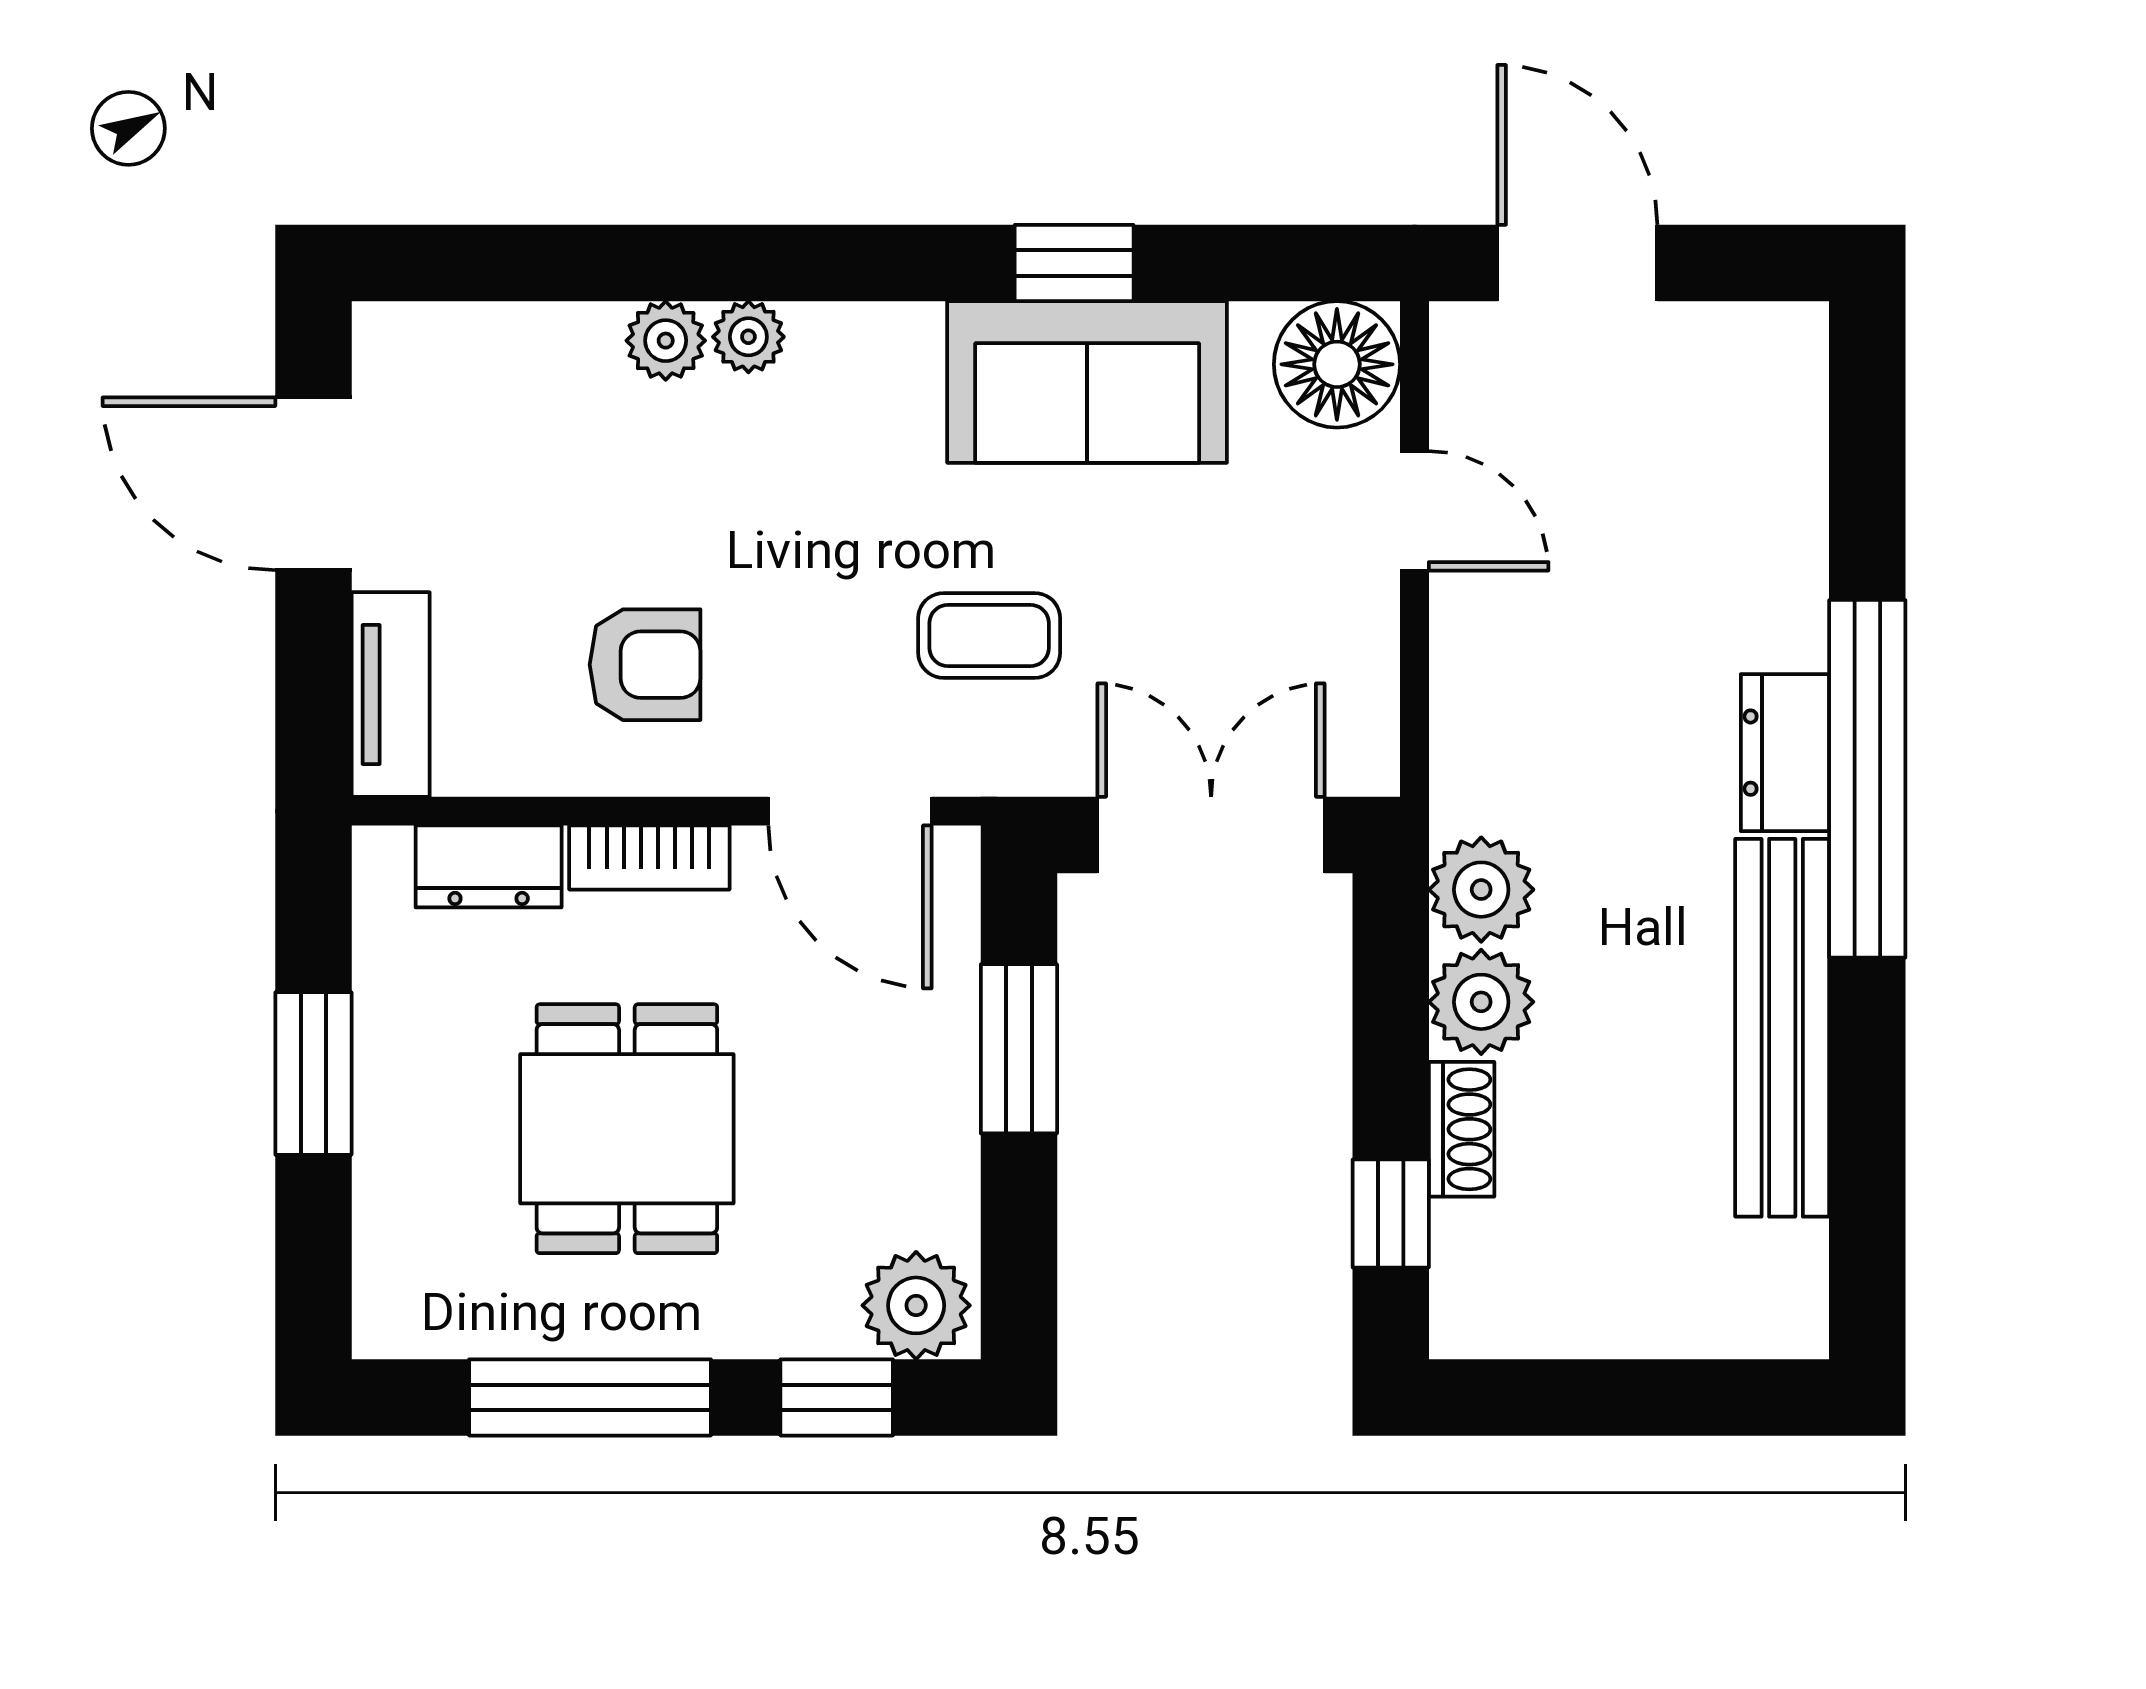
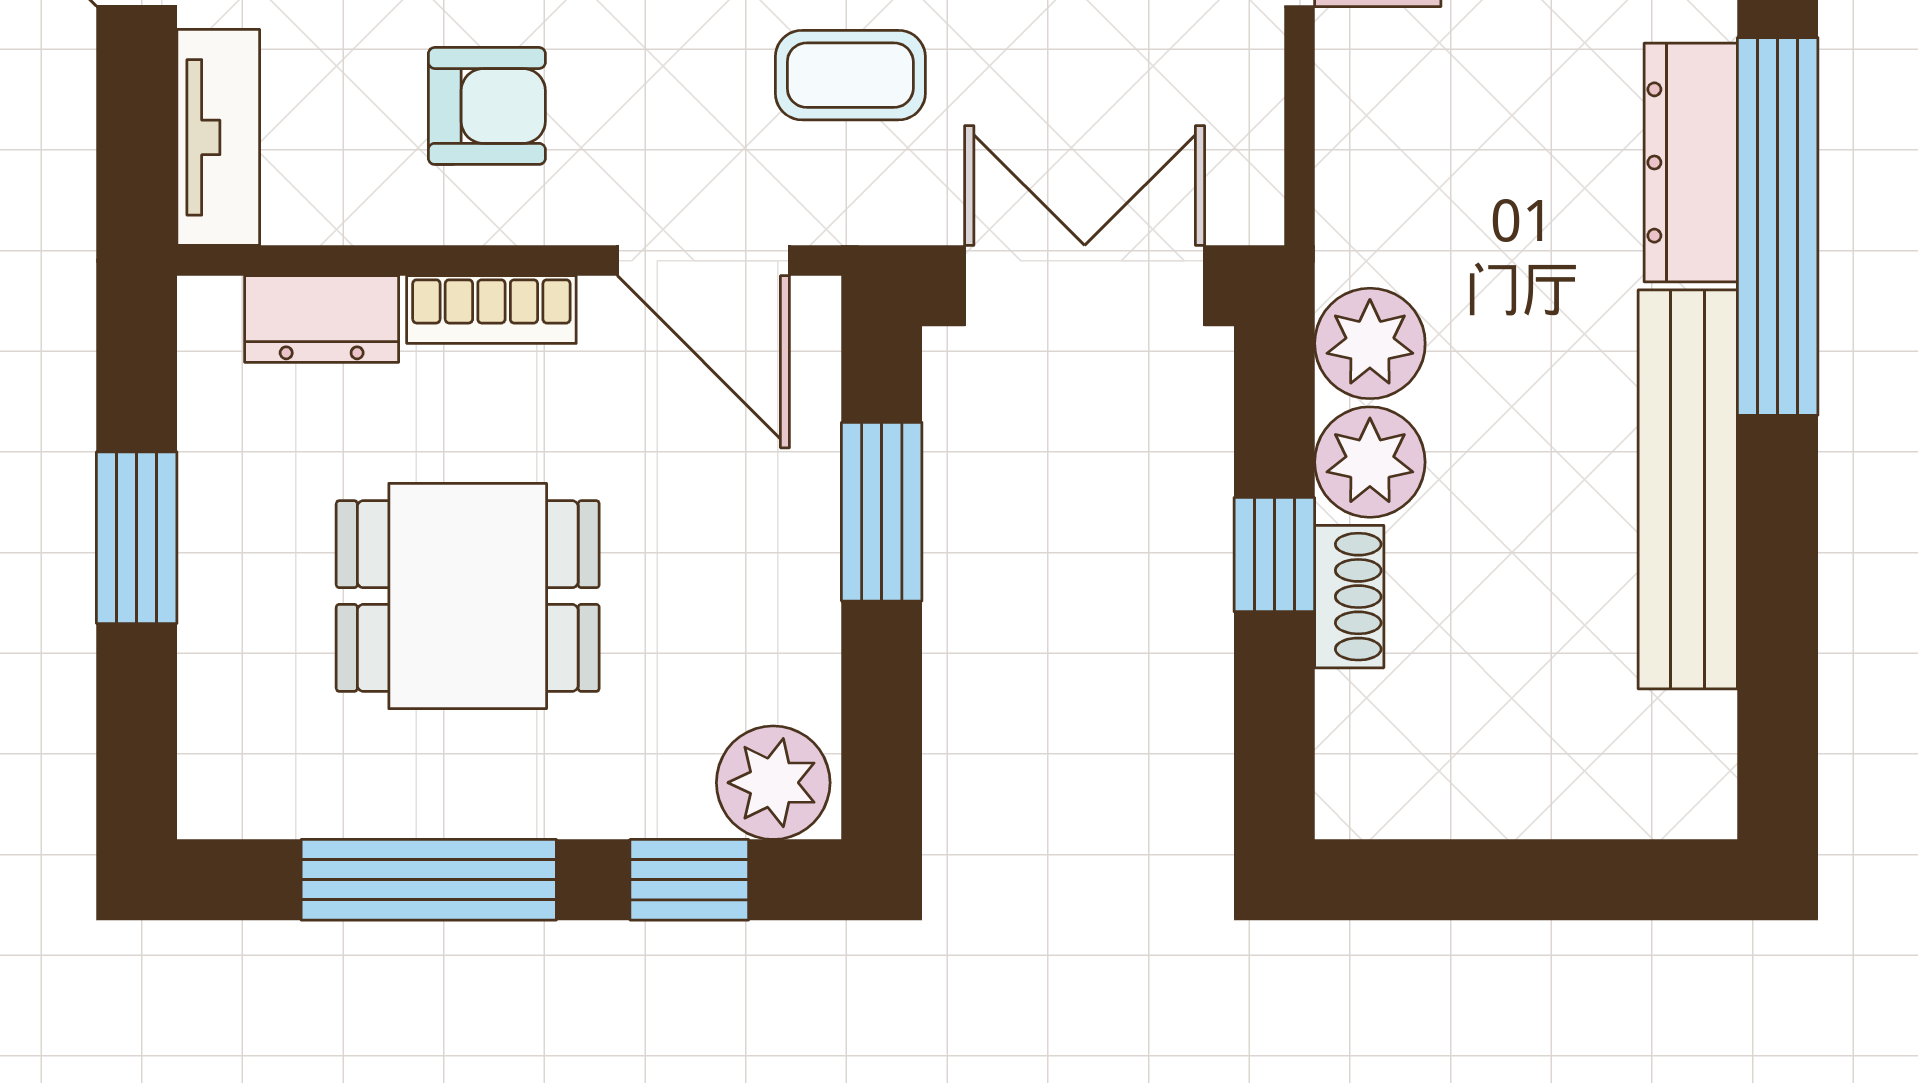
dresser: (1785, 753) -> (1691, 163), width x1.44
dining table: (627, 1129) -> (468, 596), turned 90
window: (1391, 1213) -> (1274, 555), moved

